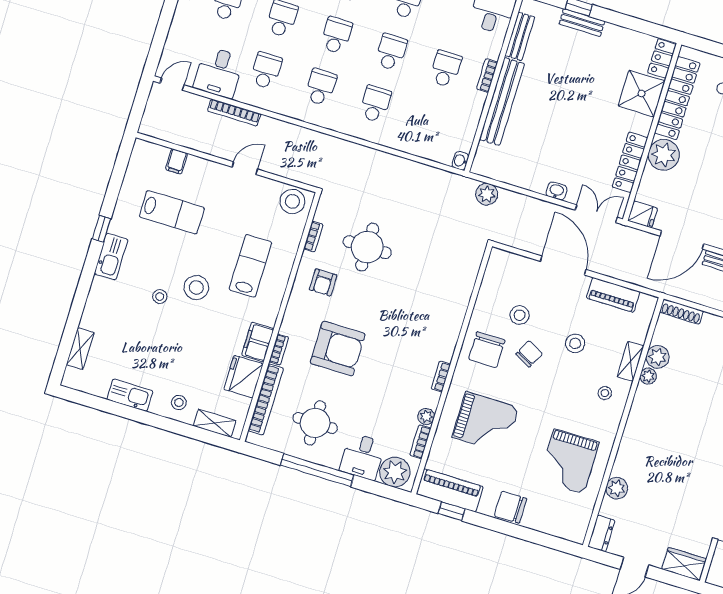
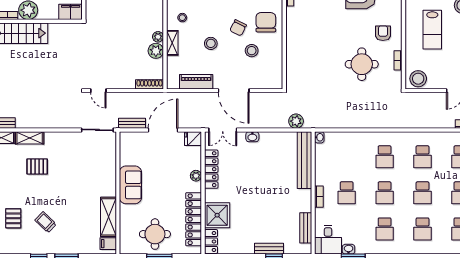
bench: (502, 101) -> (304, 160), moved
plant: (664, 155) -> (196, 176), width x0.53, depth x0.53

